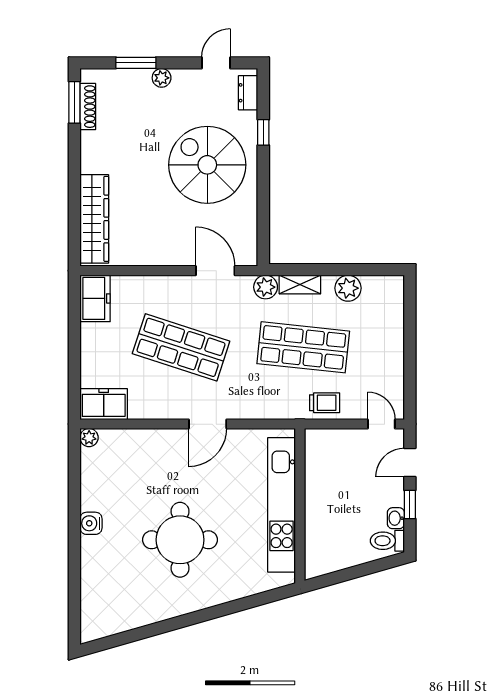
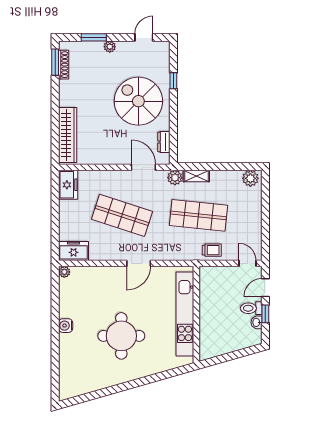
dresser: (248, 93) -> (164, 142), moved
plant: (348, 288) -> (250, 178), moved
toilet: (387, 541) -> (251, 308), moved

